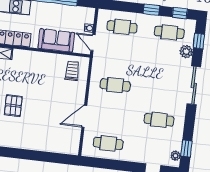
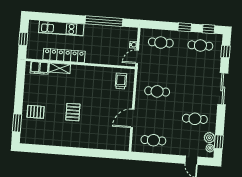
sofa: (56, 40) -> (106, 56), removed
door: (93, 43) -> (137, 57), hinge flipped
plant: (186, 52) -> (209, 138), moved

